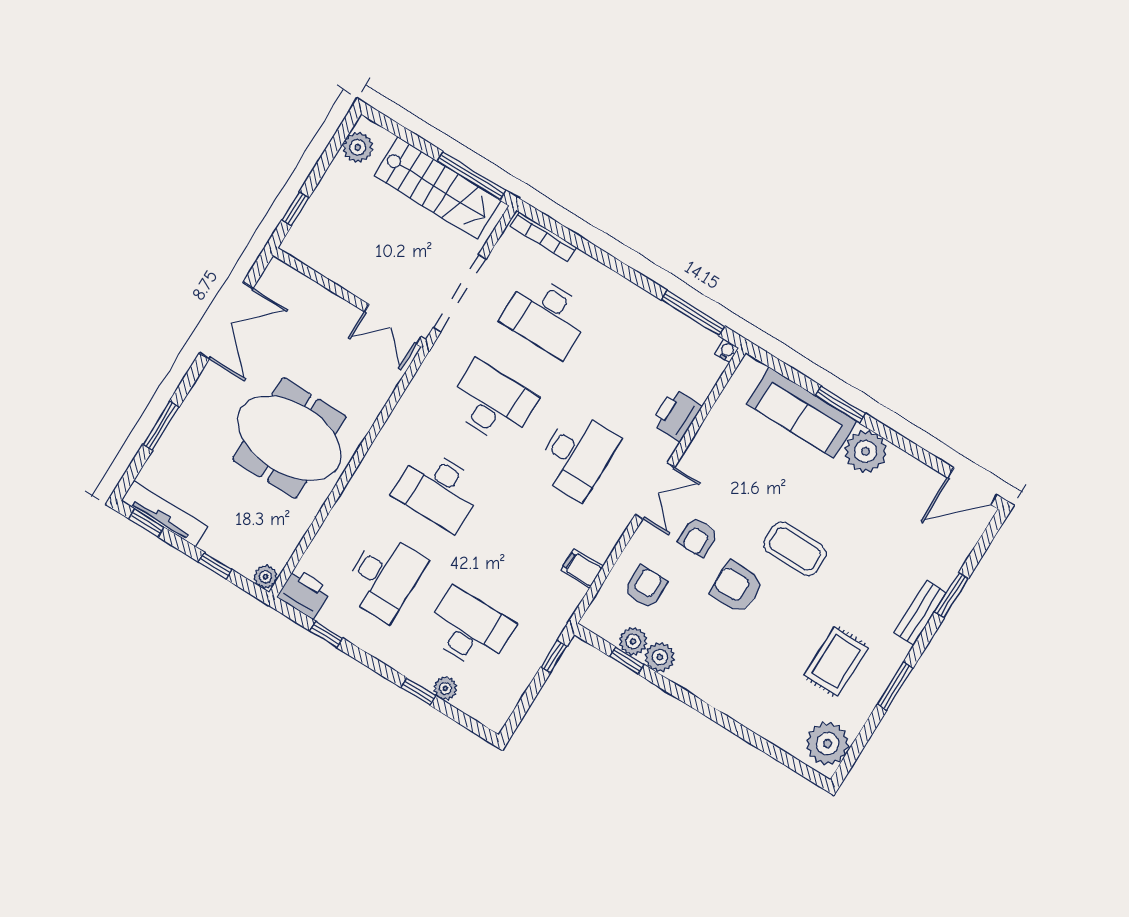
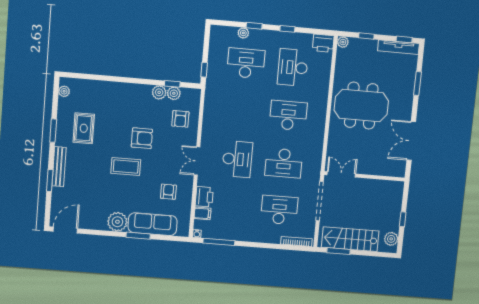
window: (472, 176) -> (339, 251), width x0.69
window: (295, 209) -> (403, 219), moved
desk: (577, 455) -> (237, 159), turned 180
armchair: (698, 537) -> (168, 192), moved
filing cabinet: (582, 569) -> (203, 213), moved
bench: (920, 613) -> (59, 167), width x1.36
desk: (469, 629) -> (246, 63), turned 180
window: (326, 635) -> (287, 29), moved
plant: (828, 744) -> (64, 91), width x0.53, depth x0.53

